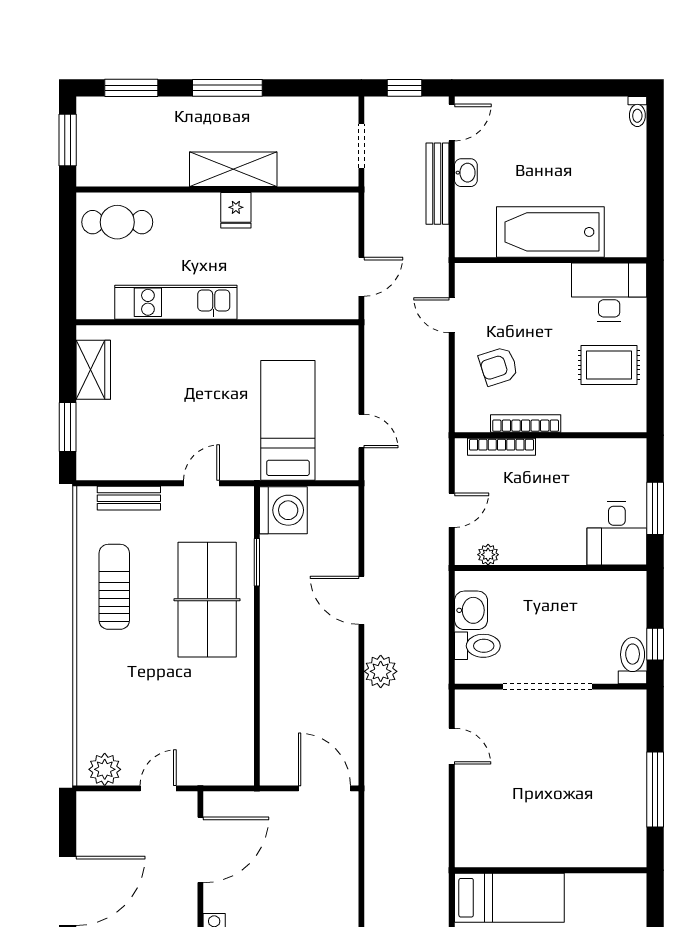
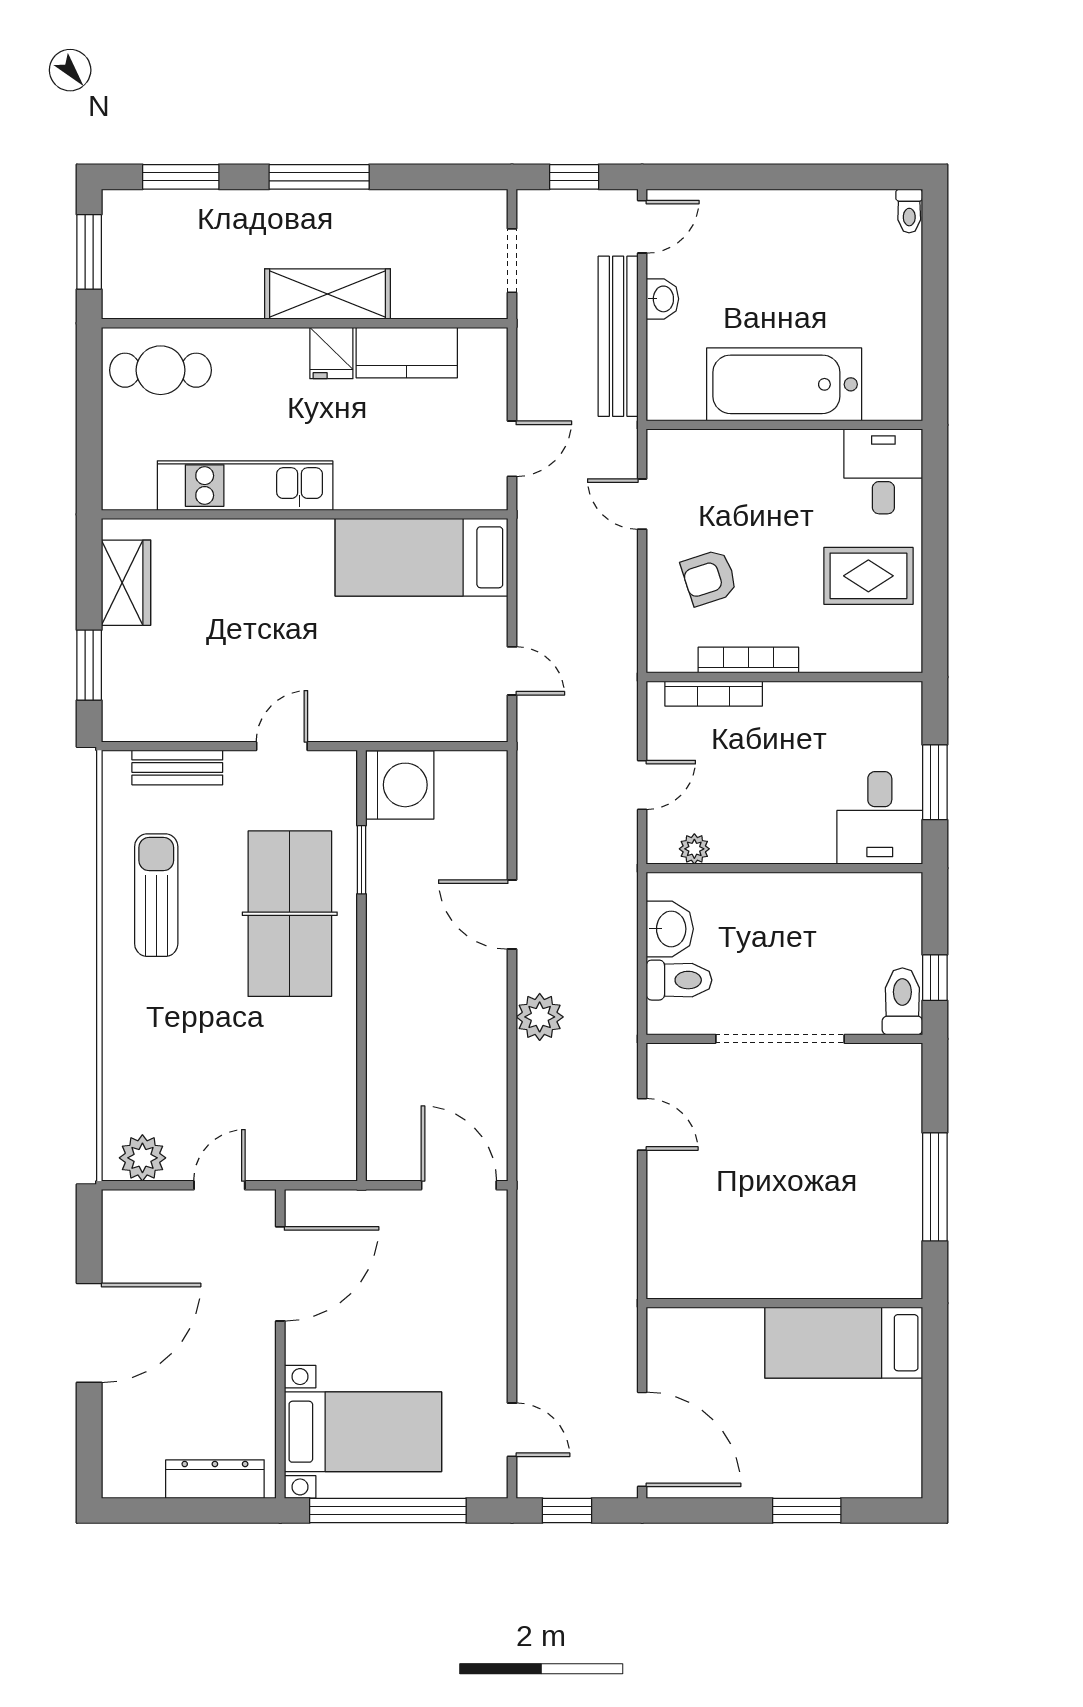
bench: (438, 184) -> (618, 336), width x1.37, depth x1.21
kitchen counter: (288, 210) -> (407, 353), added
desk: (609, 292) -> (883, 471), width x0.73
bed: (288, 420) -> (422, 557), moved, turned -90
bed: (509, 898) -> (844, 1343), moved, turned 180

